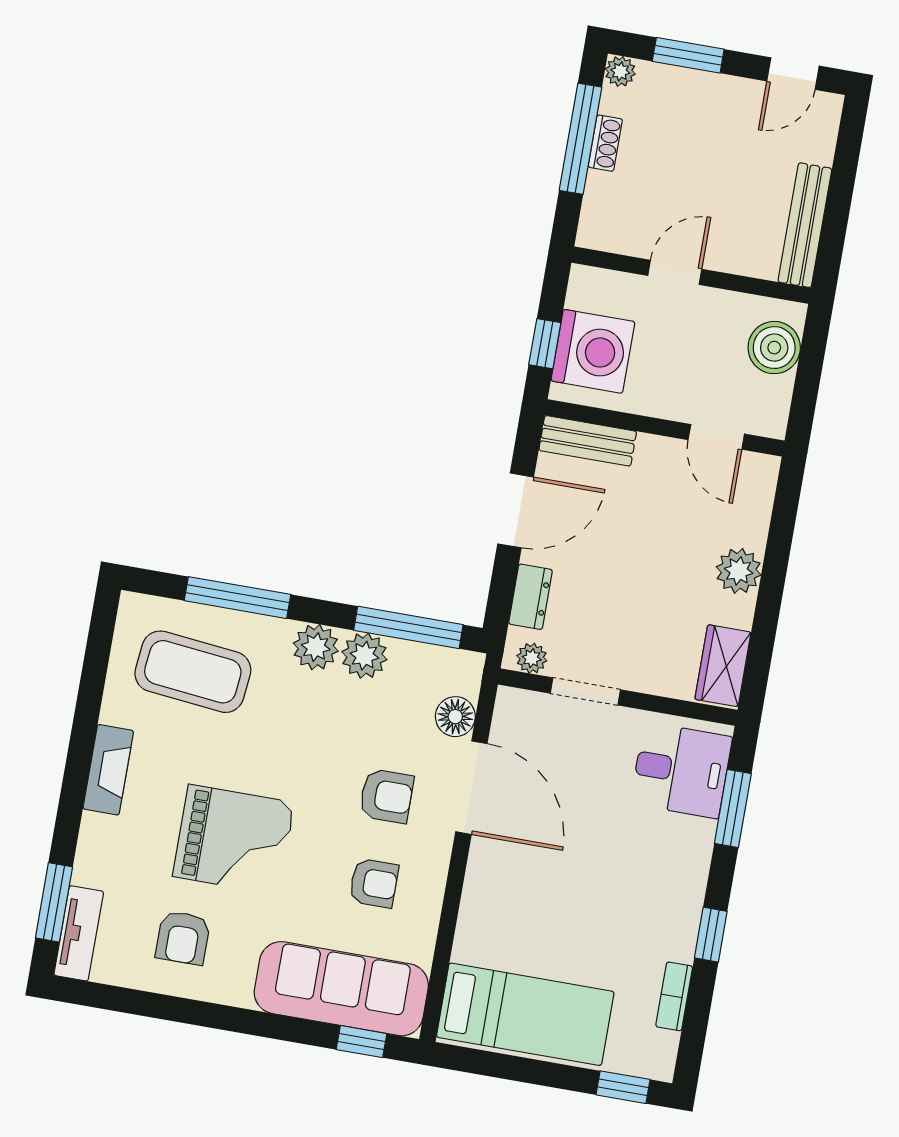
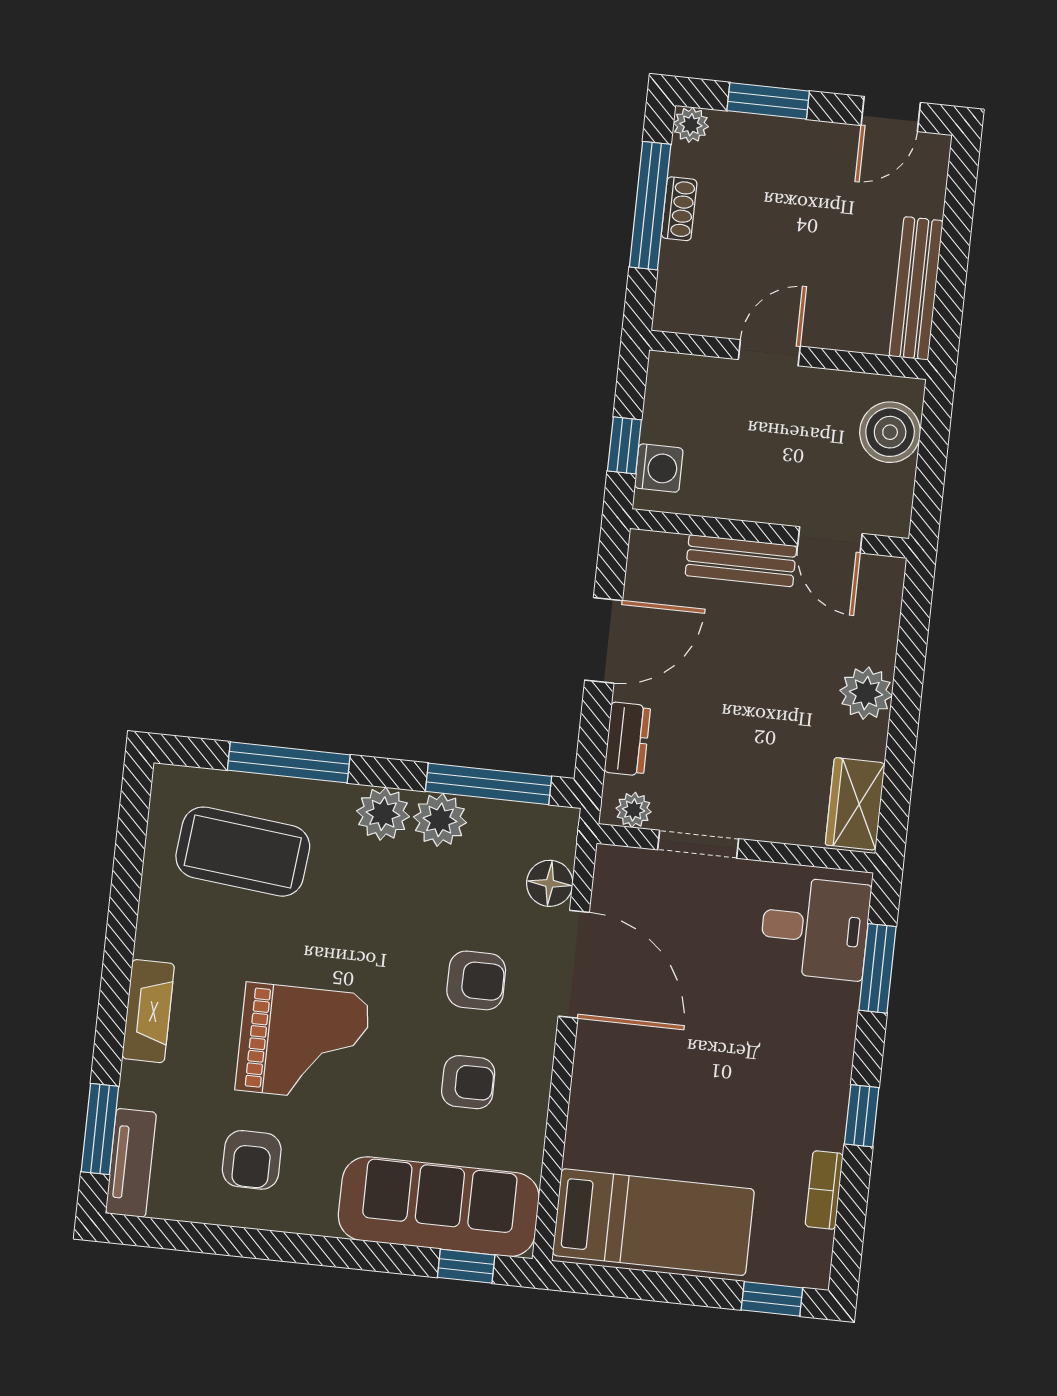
washing machine: (593, 351) -> (659, 468), width x0.53, depth x0.53
bench: (588, 441) -> (741, 561), moved
fireplace: (108, 770) -> (148, 1011), moved

